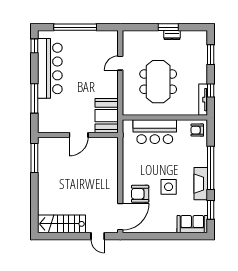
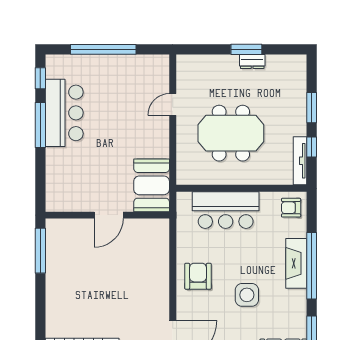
window: (211, 55) -> (312, 108), moved
bar counter: (50, 68) -> (64, 113), width x0.73
meeting table: (158, 82) -> (231, 133), turned 90
window: (34, 98) -> (40, 125), moved
fireplace: (201, 184) -> (296, 263), moved
armchair: (140, 194) -> (198, 276), moved, turned 90

